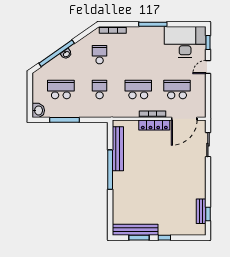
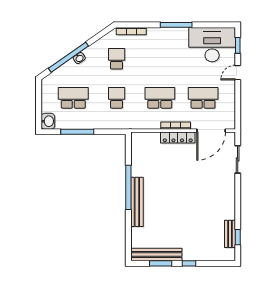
bench: (118, 149) -> (137, 202), moved

